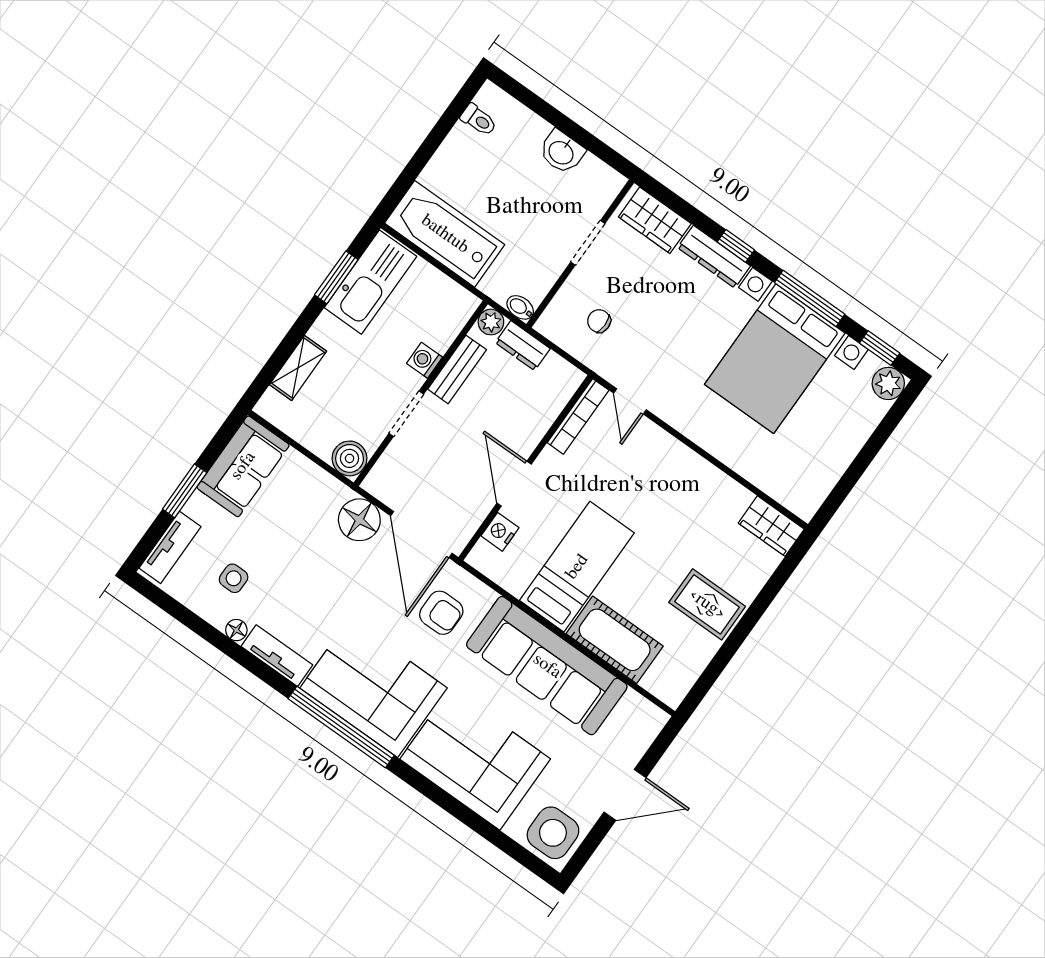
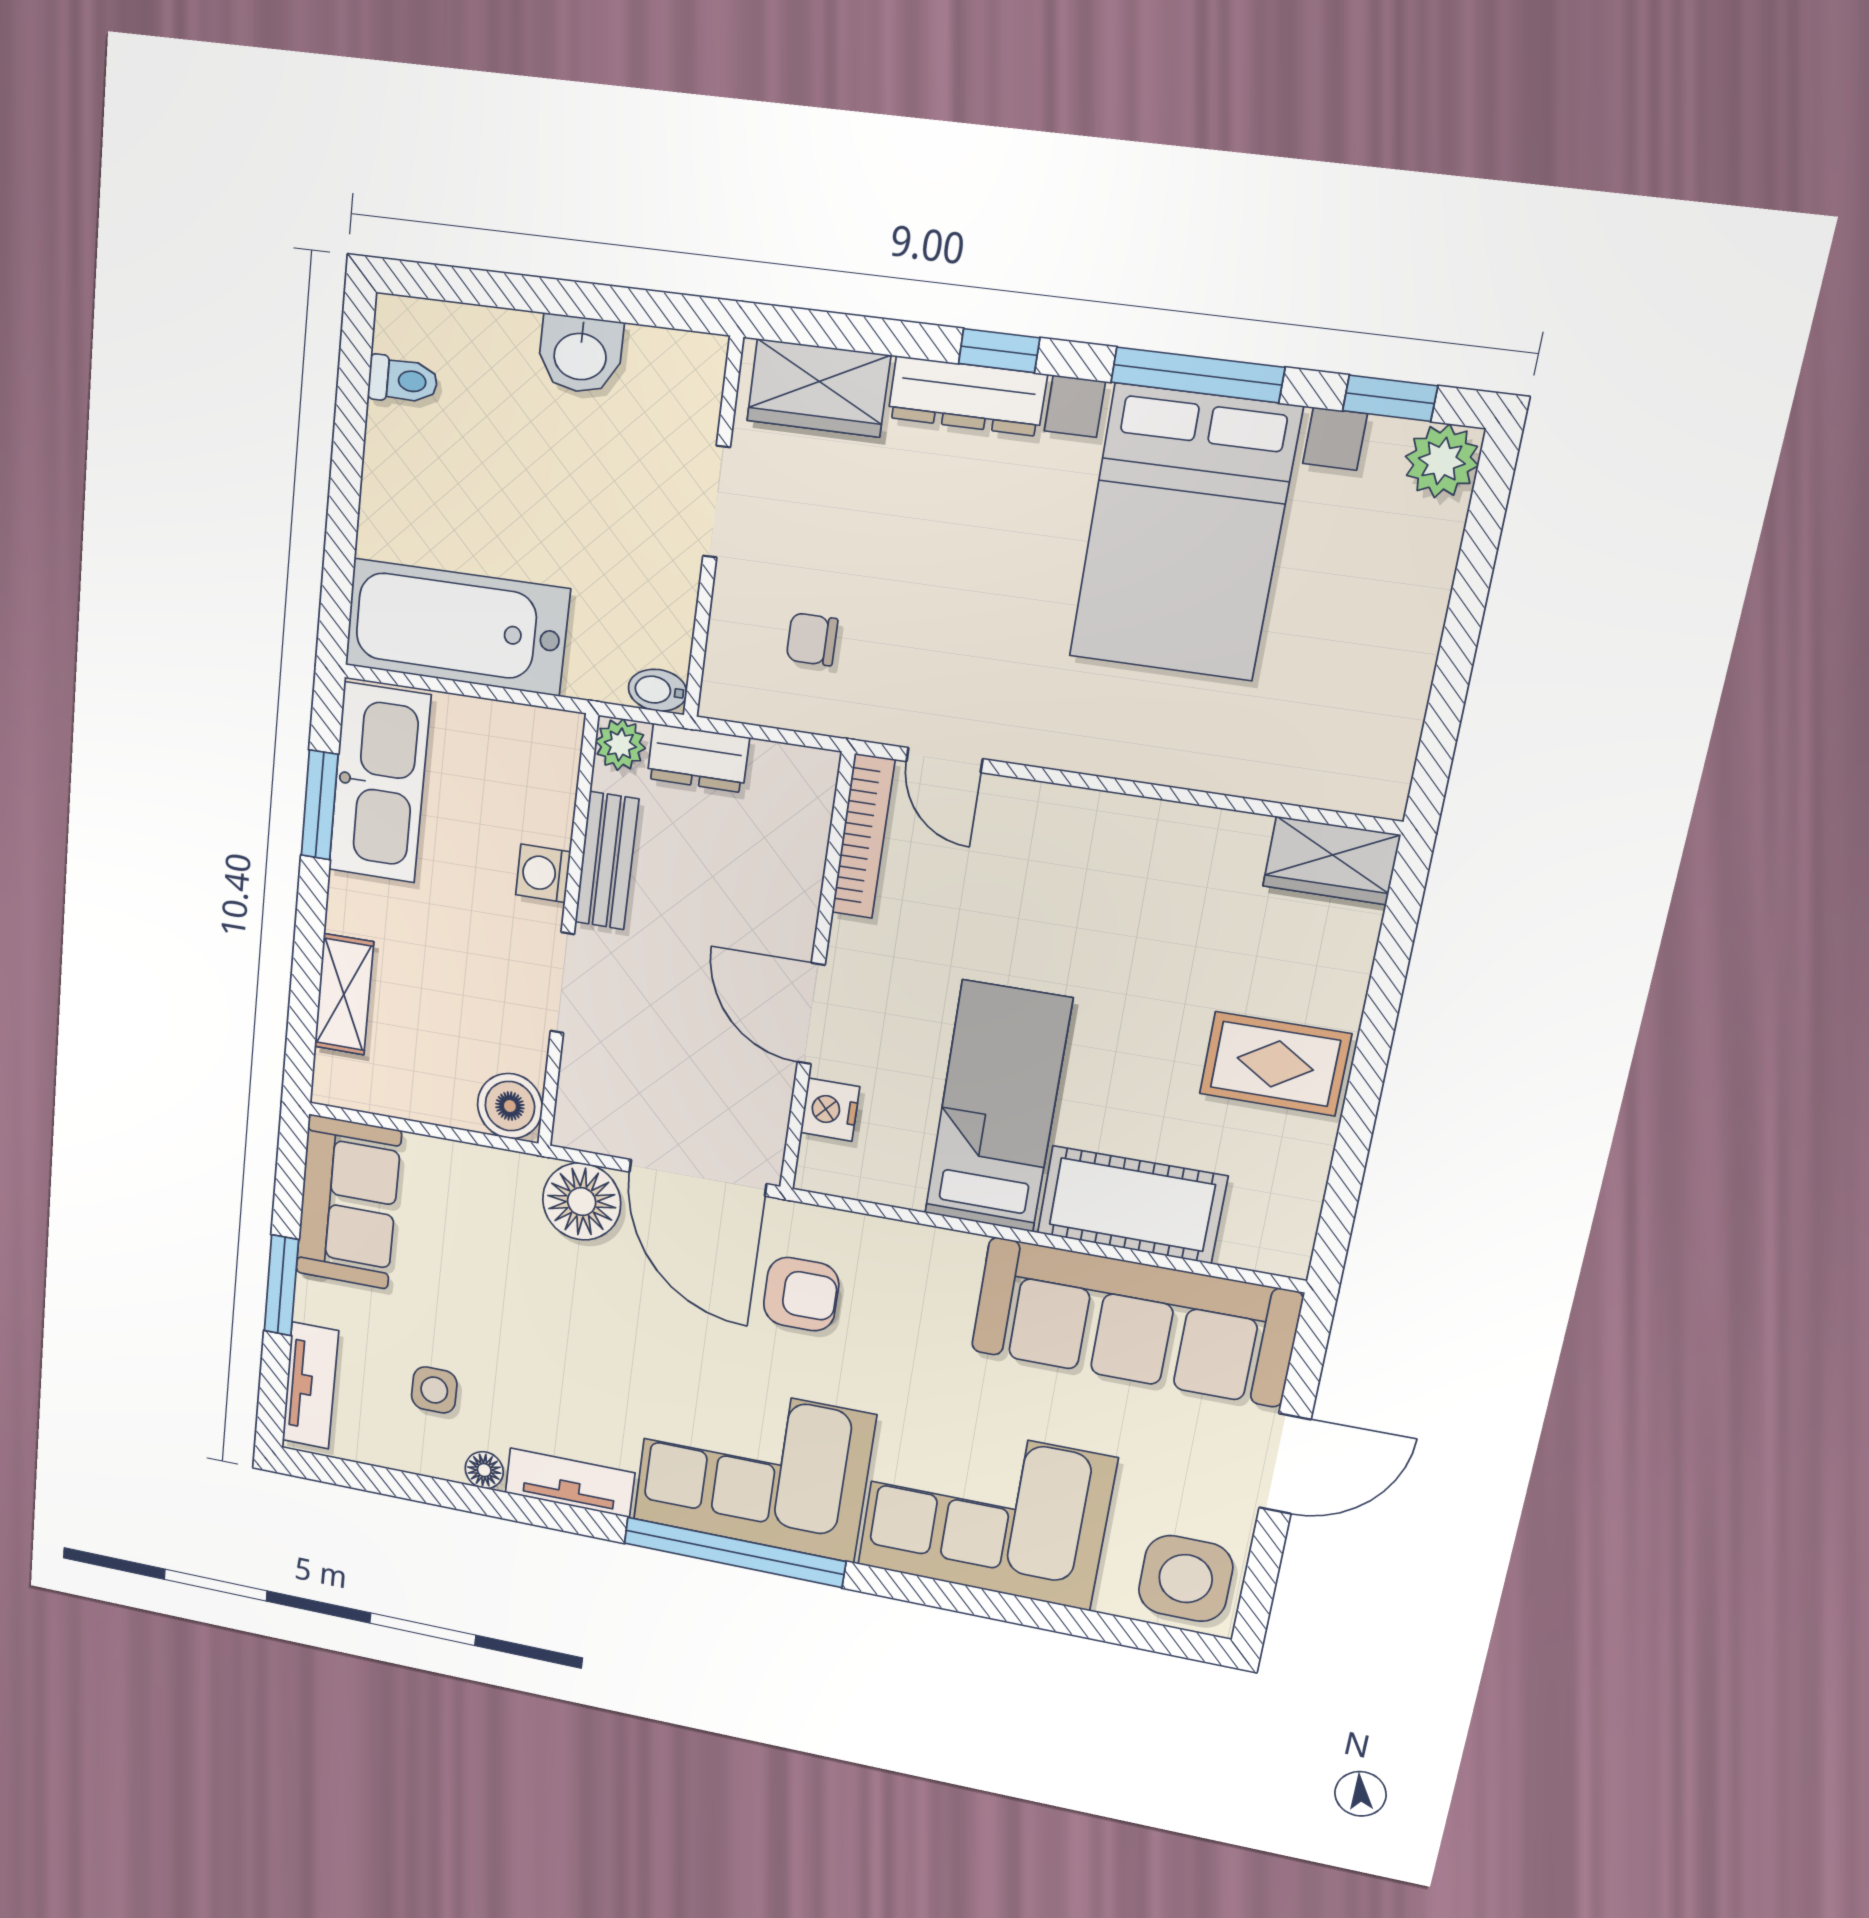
sofa: (547, 666) -> (1135, 1322), moved

